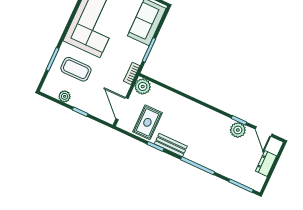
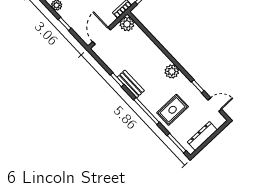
rug: (147, 122) -> (173, 110), moved
plant: (238, 130) -> (172, 71), moved
door: (264, 132) -> (215, 105), swing flipped
dresser: (266, 164) -> (202, 136), width x1.44

